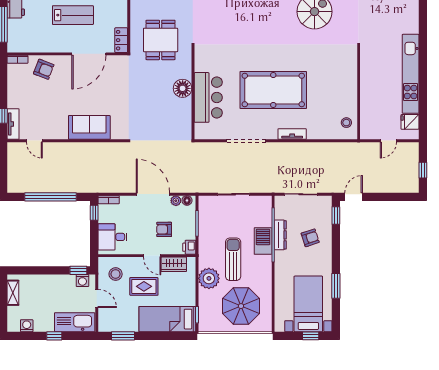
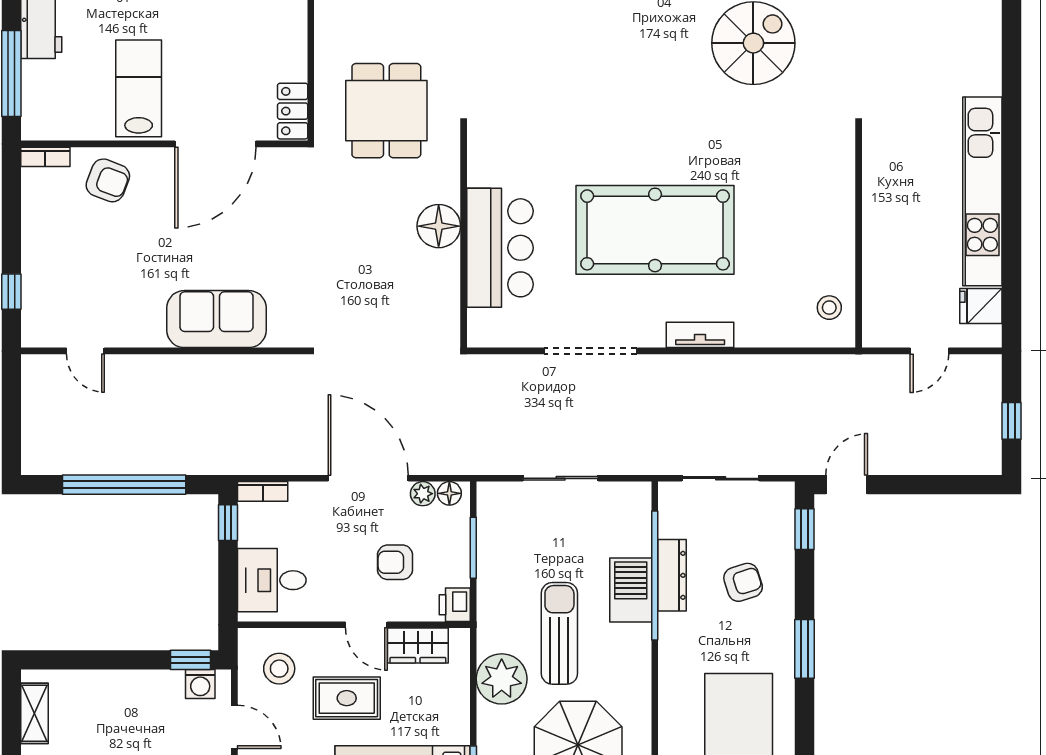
lab bench: (73, 15) -> (139, 88), moved, turned -90
tv unit: (13, 124) -> (35, 311), removed
window: (336, 286) -> (804, 649), moved

